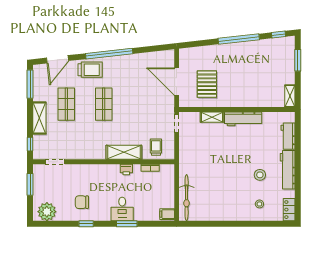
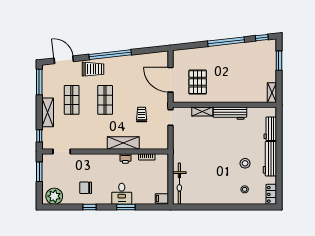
door: (57, 59) -> (64, 60), swing flipped
trolley: (156, 147) -> (142, 114), moved

